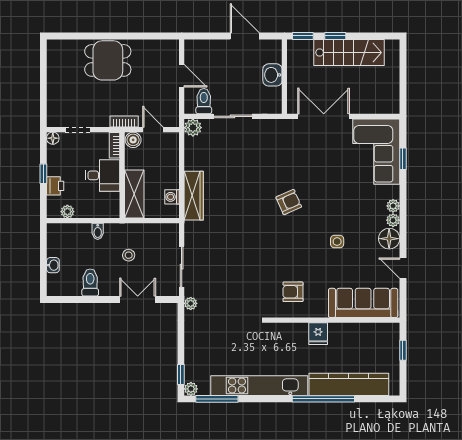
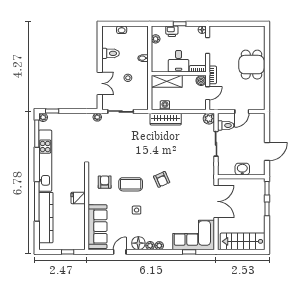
stairs: (349, 52) -> (243, 241), moved, turned 90
coffee table: (296, 251) -> (131, 184), added

